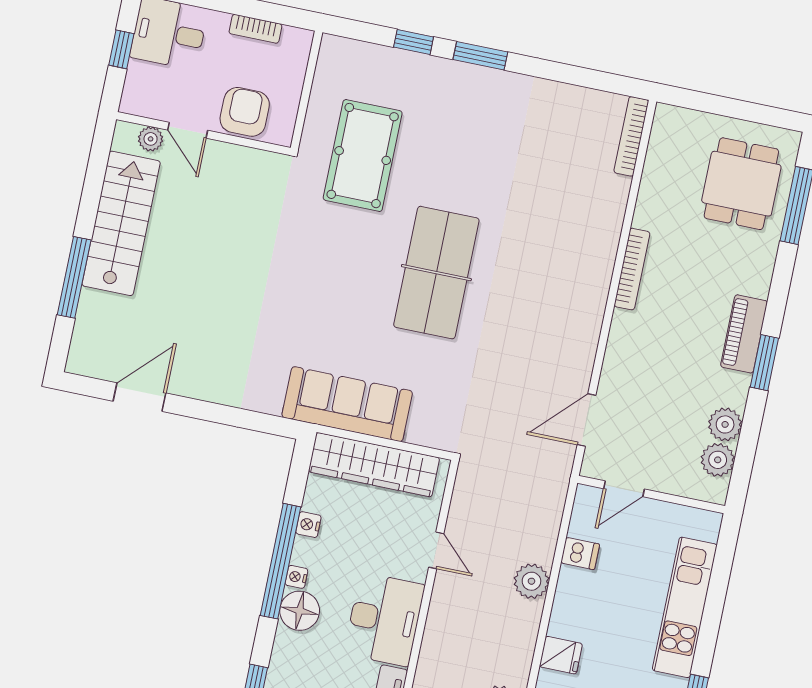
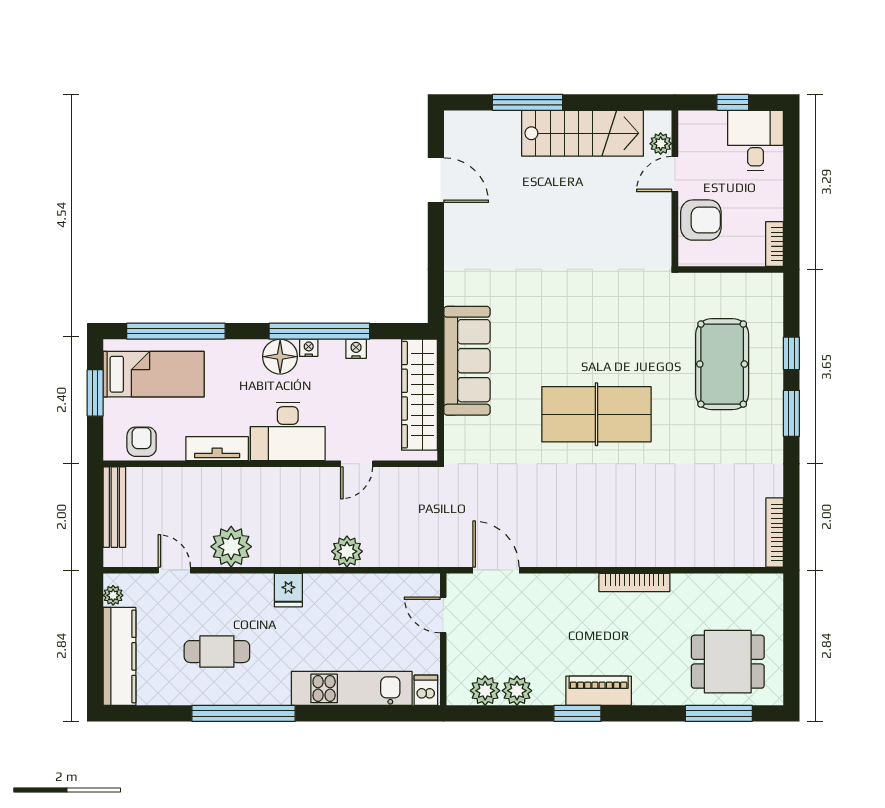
bookcase: (255, 29) -> (775, 244), moved
bookcase: (631, 136) -> (775, 532), moved, turned -90
pool table: (363, 156) -> (722, 364), moved, turned 90
dishwasher: (580, 554) -> (426, 690), moved, turned 180

